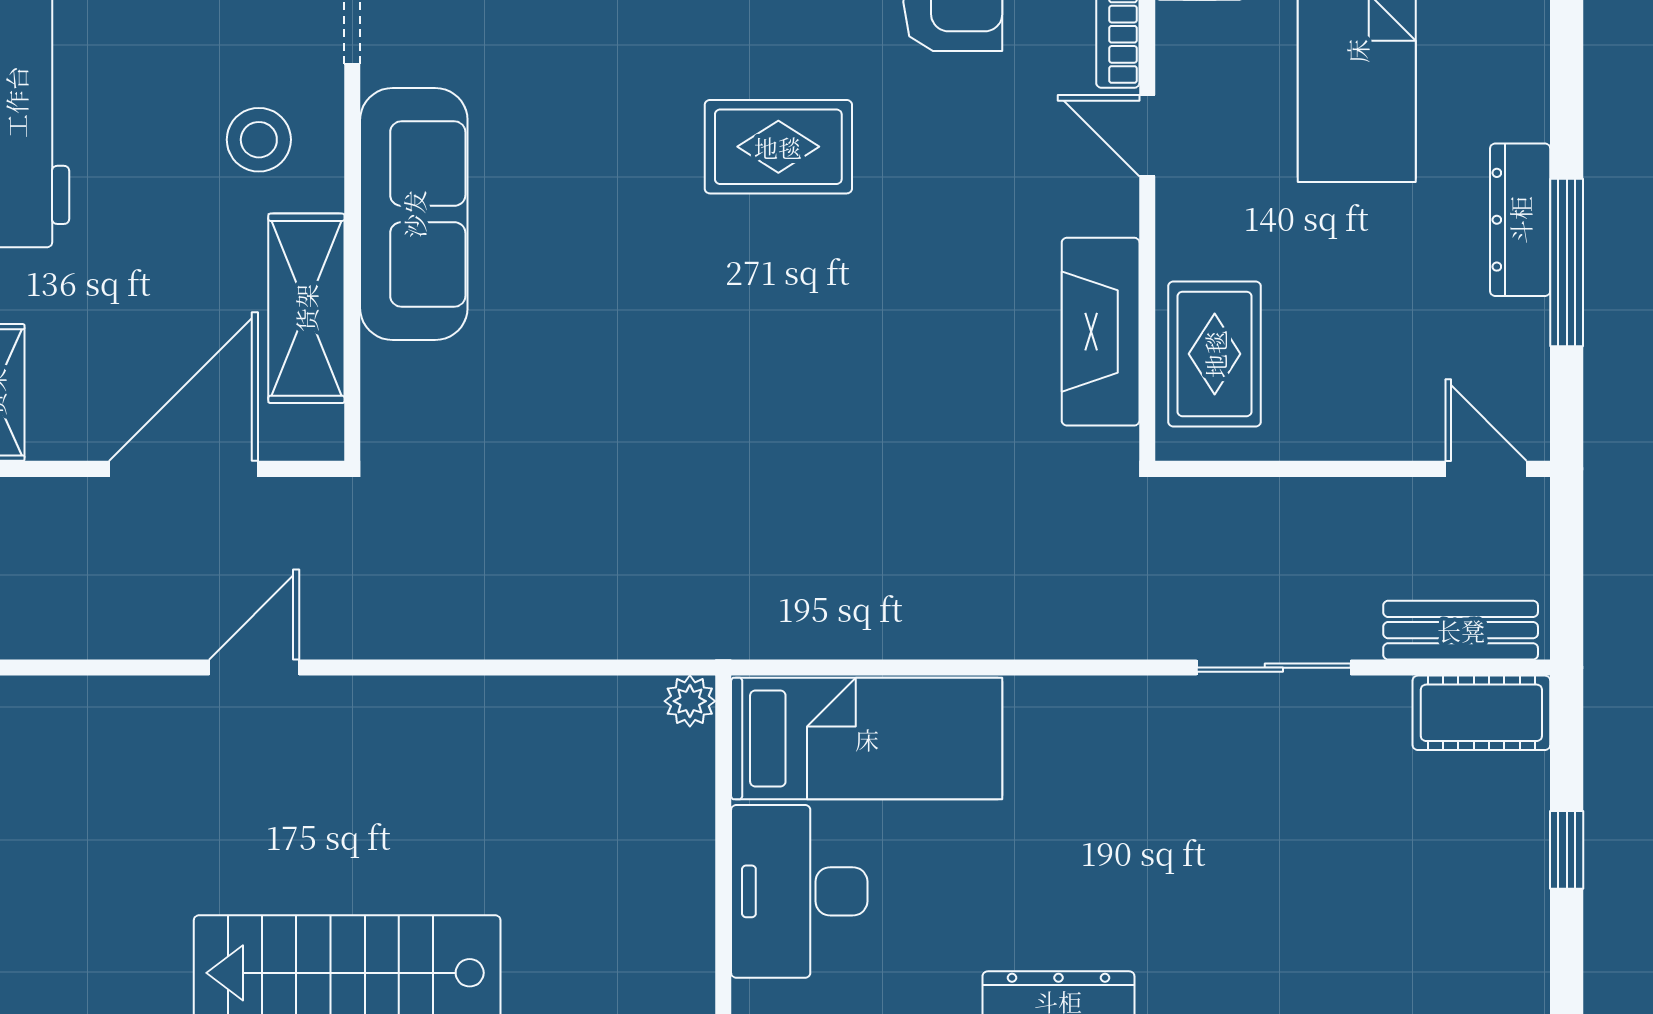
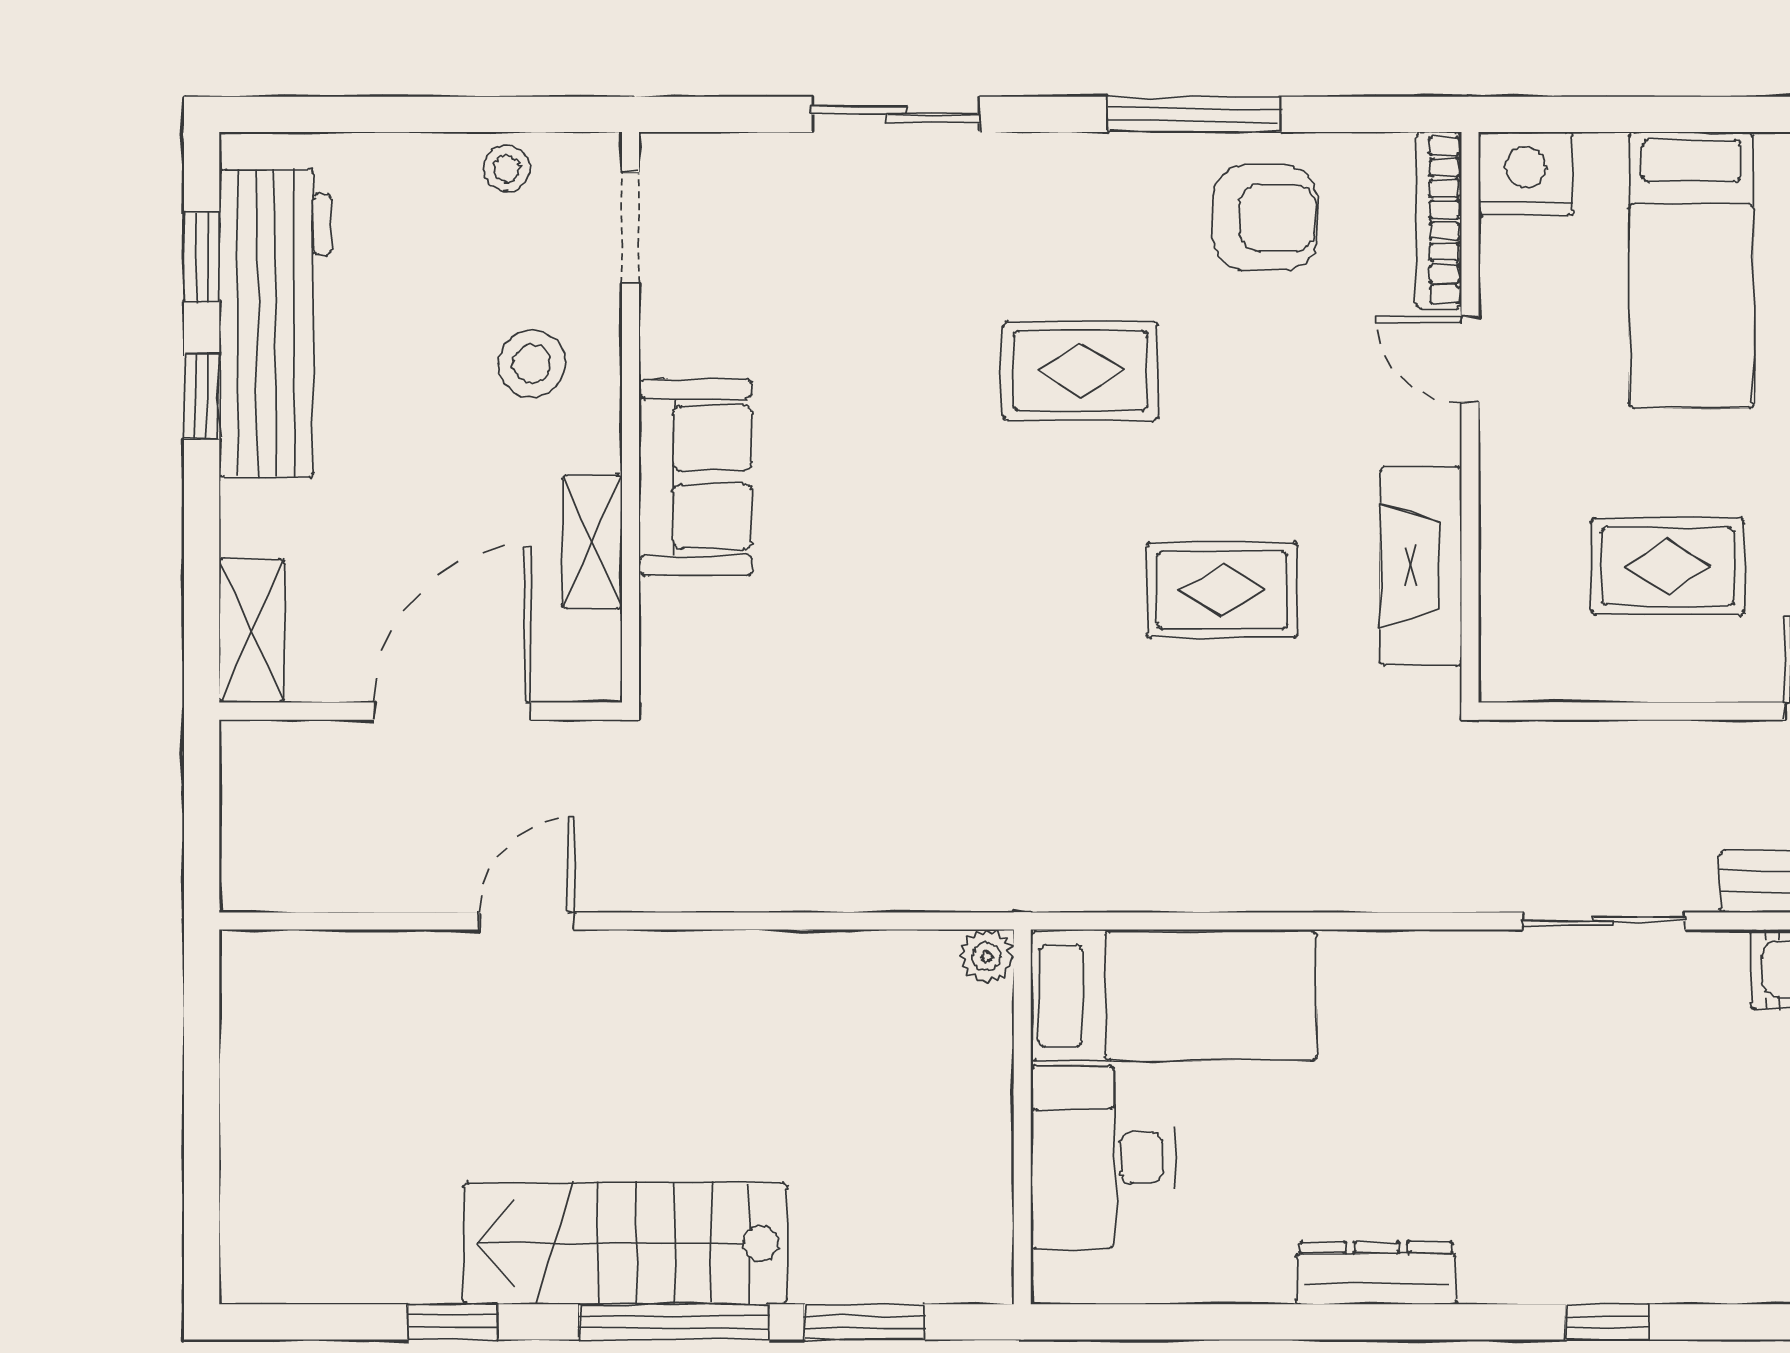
sofa: (414, 214) -> (695, 477), width x0.73
shelving: (306, 308) -> (592, 542), width x0.67, depth x0.75
rug: (912, 354) -> (1222, 590), added
rug: (1215, 354) -> (1668, 567), moved, turned 90

